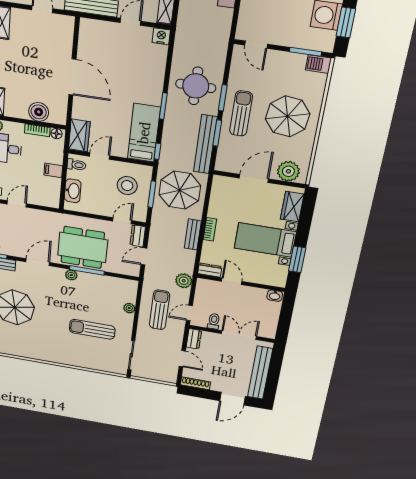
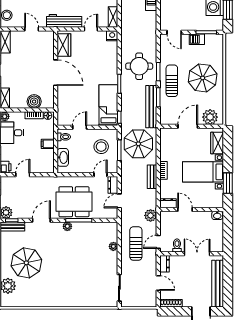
barbecue: (318, 64) -> (197, 39), moved
wardrobe: (79, 135) -> (64, 45), moved
sun lounger: (92, 329) -> (87, 271), removed

